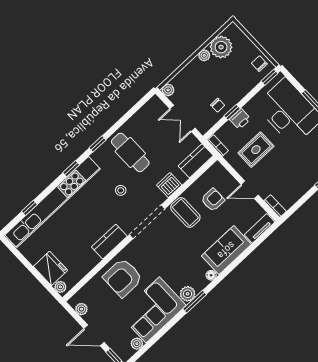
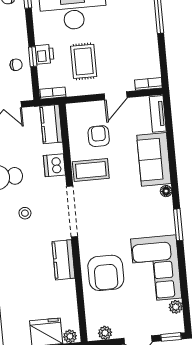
plant: (188, 294) -> (166, 226), removed

